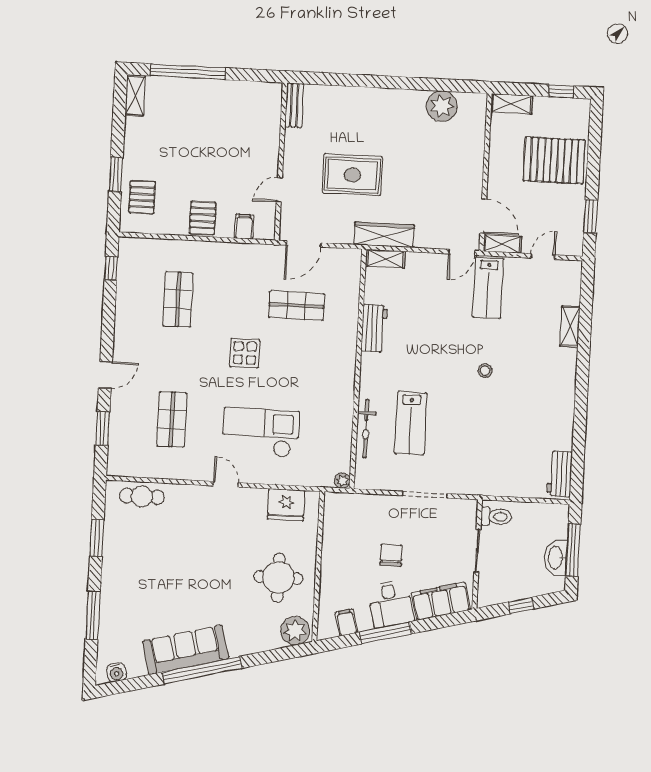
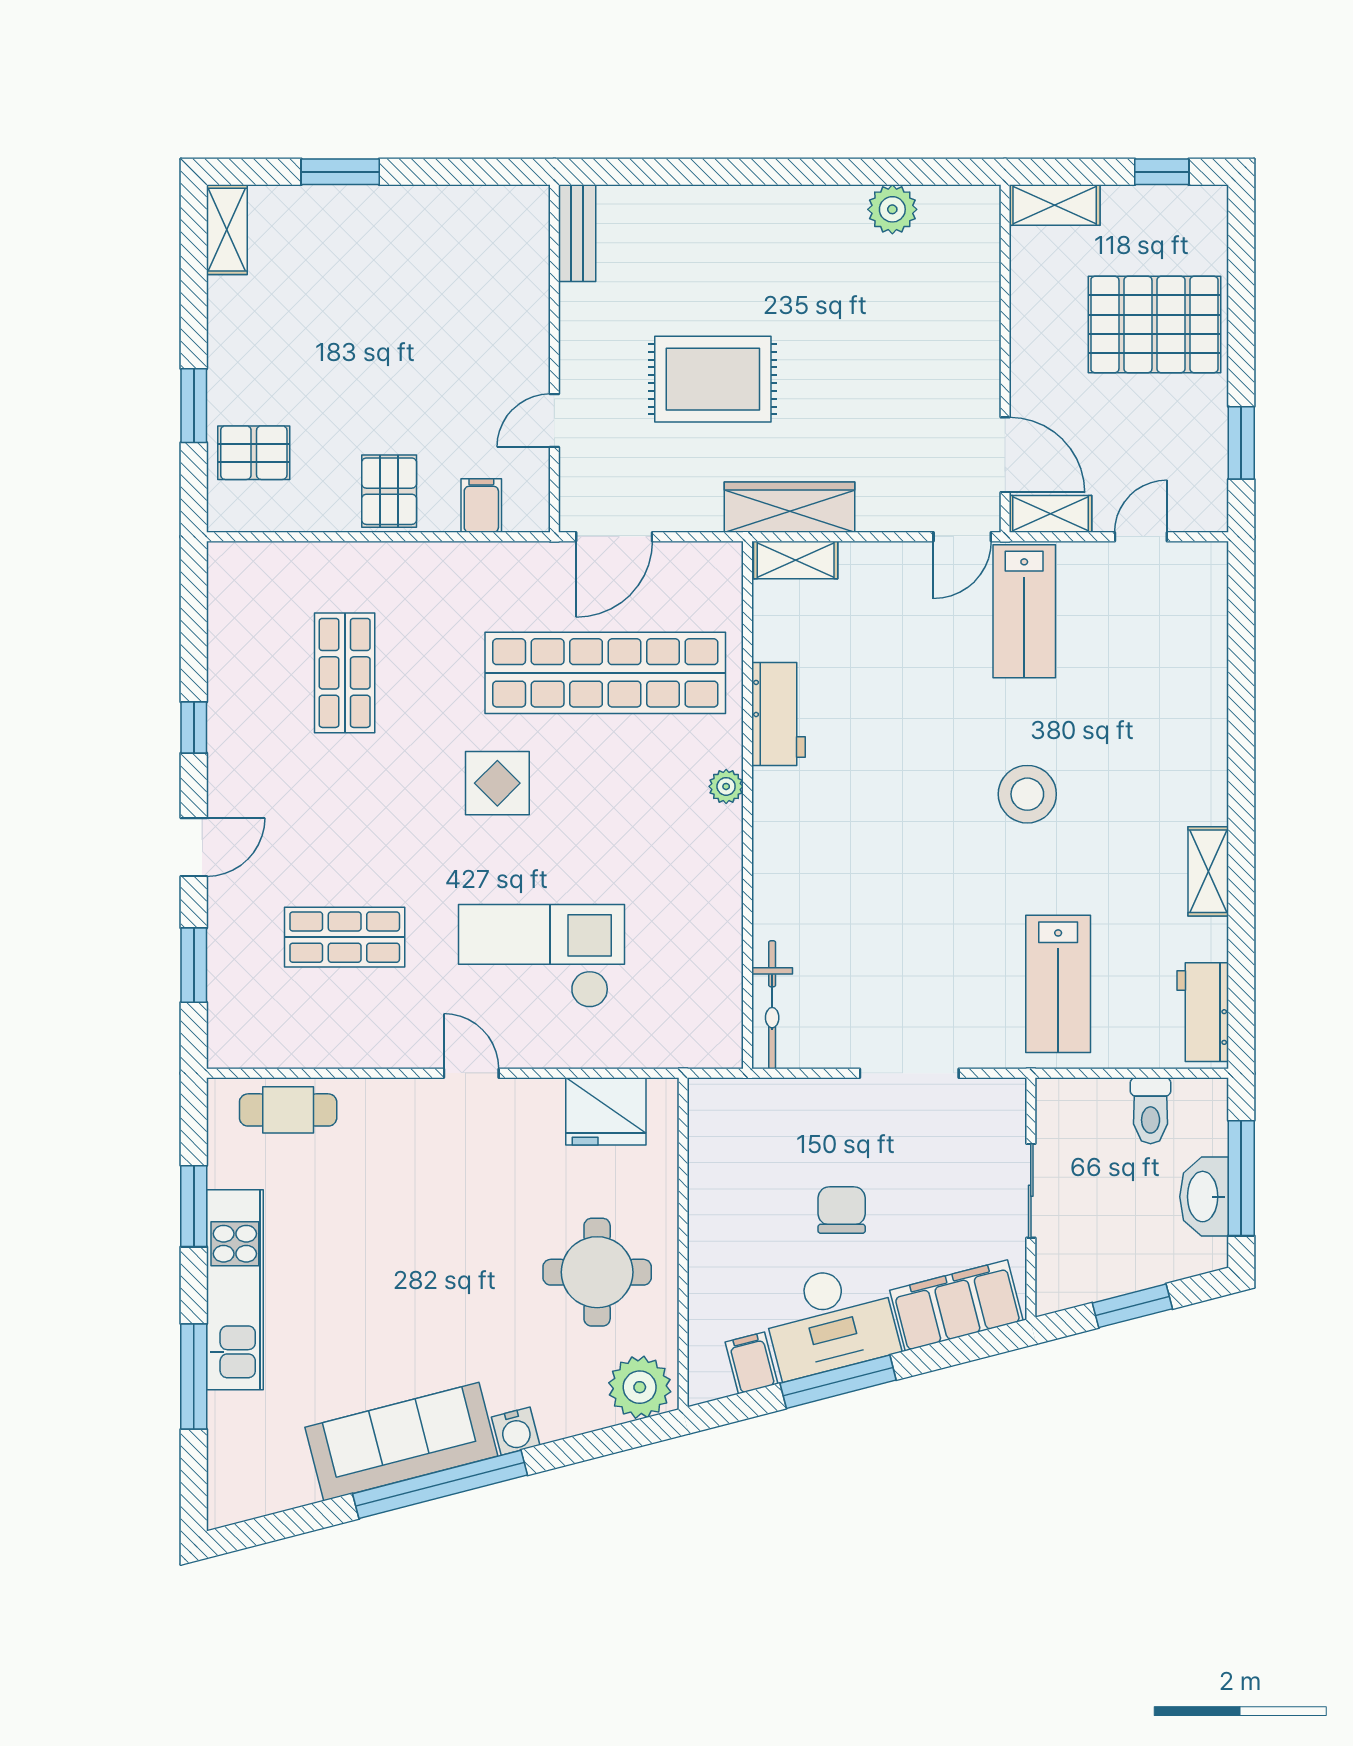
window: (188, 72) -> (340, 172), width x0.47
plant: (442, 106) -> (892, 209), width x0.73, depth x0.73
pallet: (142, 197) -> (254, 453), turned 90
window: (111, 268) -> (194, 728), moved
shop shelf: (296, 306) -> (605, 673), width x2.00, depth x1.36
shelving: (570, 326) -> (1208, 871), moved
stool: (485, 371) -> (1027, 794), width x1.89, depth x1.89
shop shelf: (172, 419) -> (345, 937), turned 90
lab bench: (411, 423) -> (1058, 984), moved
bicycle: (366, 429) -> (772, 1005), moved
plant: (342, 481) -> (726, 786), moved
toilet: (496, 517) -> (1151, 1111), moved, turned 90
kitchen unit: (114, 577) -> (235, 1290), added
desk: (391, 603) -> (830, 1320), width x1.37
window: (521, 606) -> (1132, 1306), width x1.50
water cooler: (116, 672) -> (516, 1431), moved

